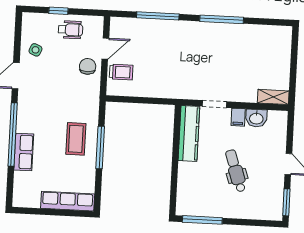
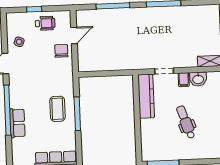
trolley: (121, 72) -> (88, 53), removed

